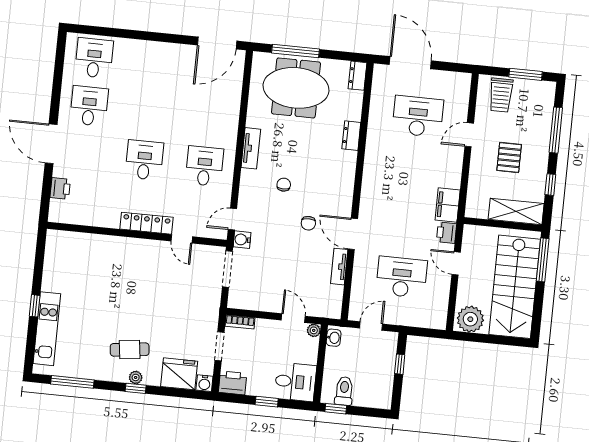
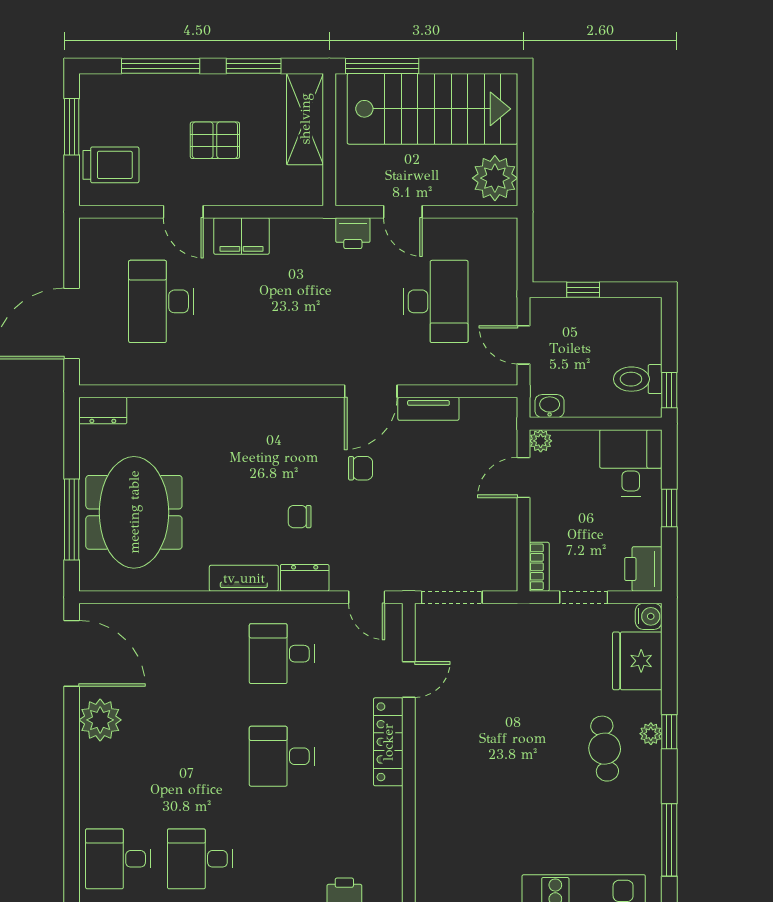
plant: (176, 56) -> (100, 720), added
dresser: (351, 136) -> (305, 578), moved, turned 180
window: (550, 185) -> (254, 66), width x1.50
filing cabinet: (448, 205) -> (241, 236), moved
water cooler: (242, 240) -> (399, 578), removed
door: (456, 263) -> (403, 212), hinge flipped
desk: (402, 277) -> (435, 301), turned 180

